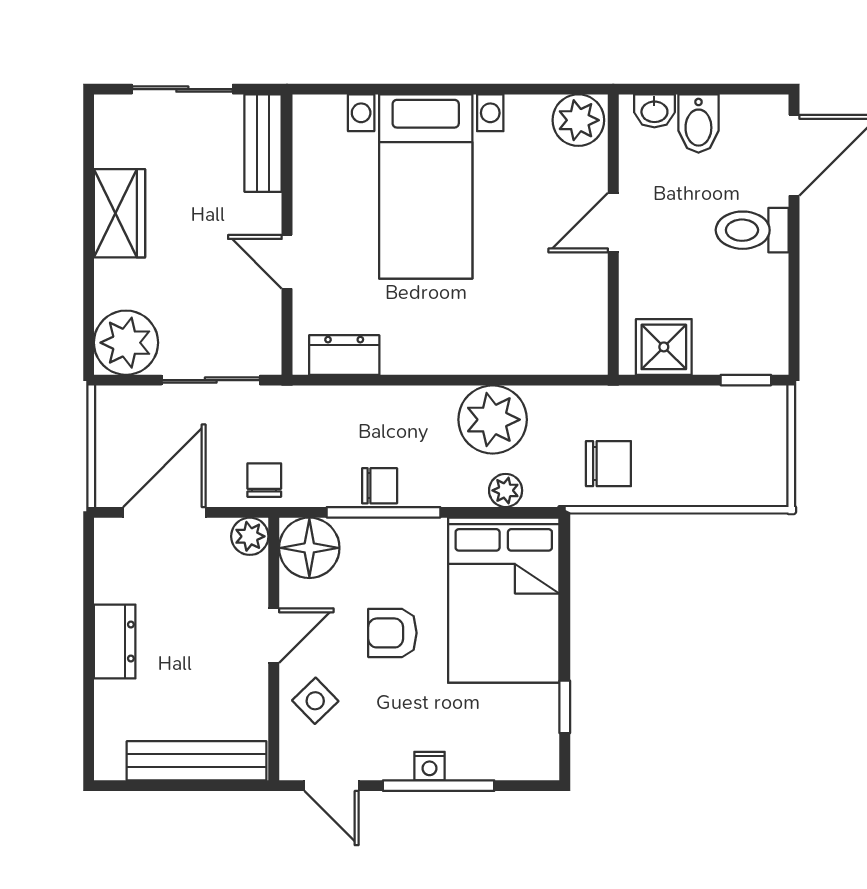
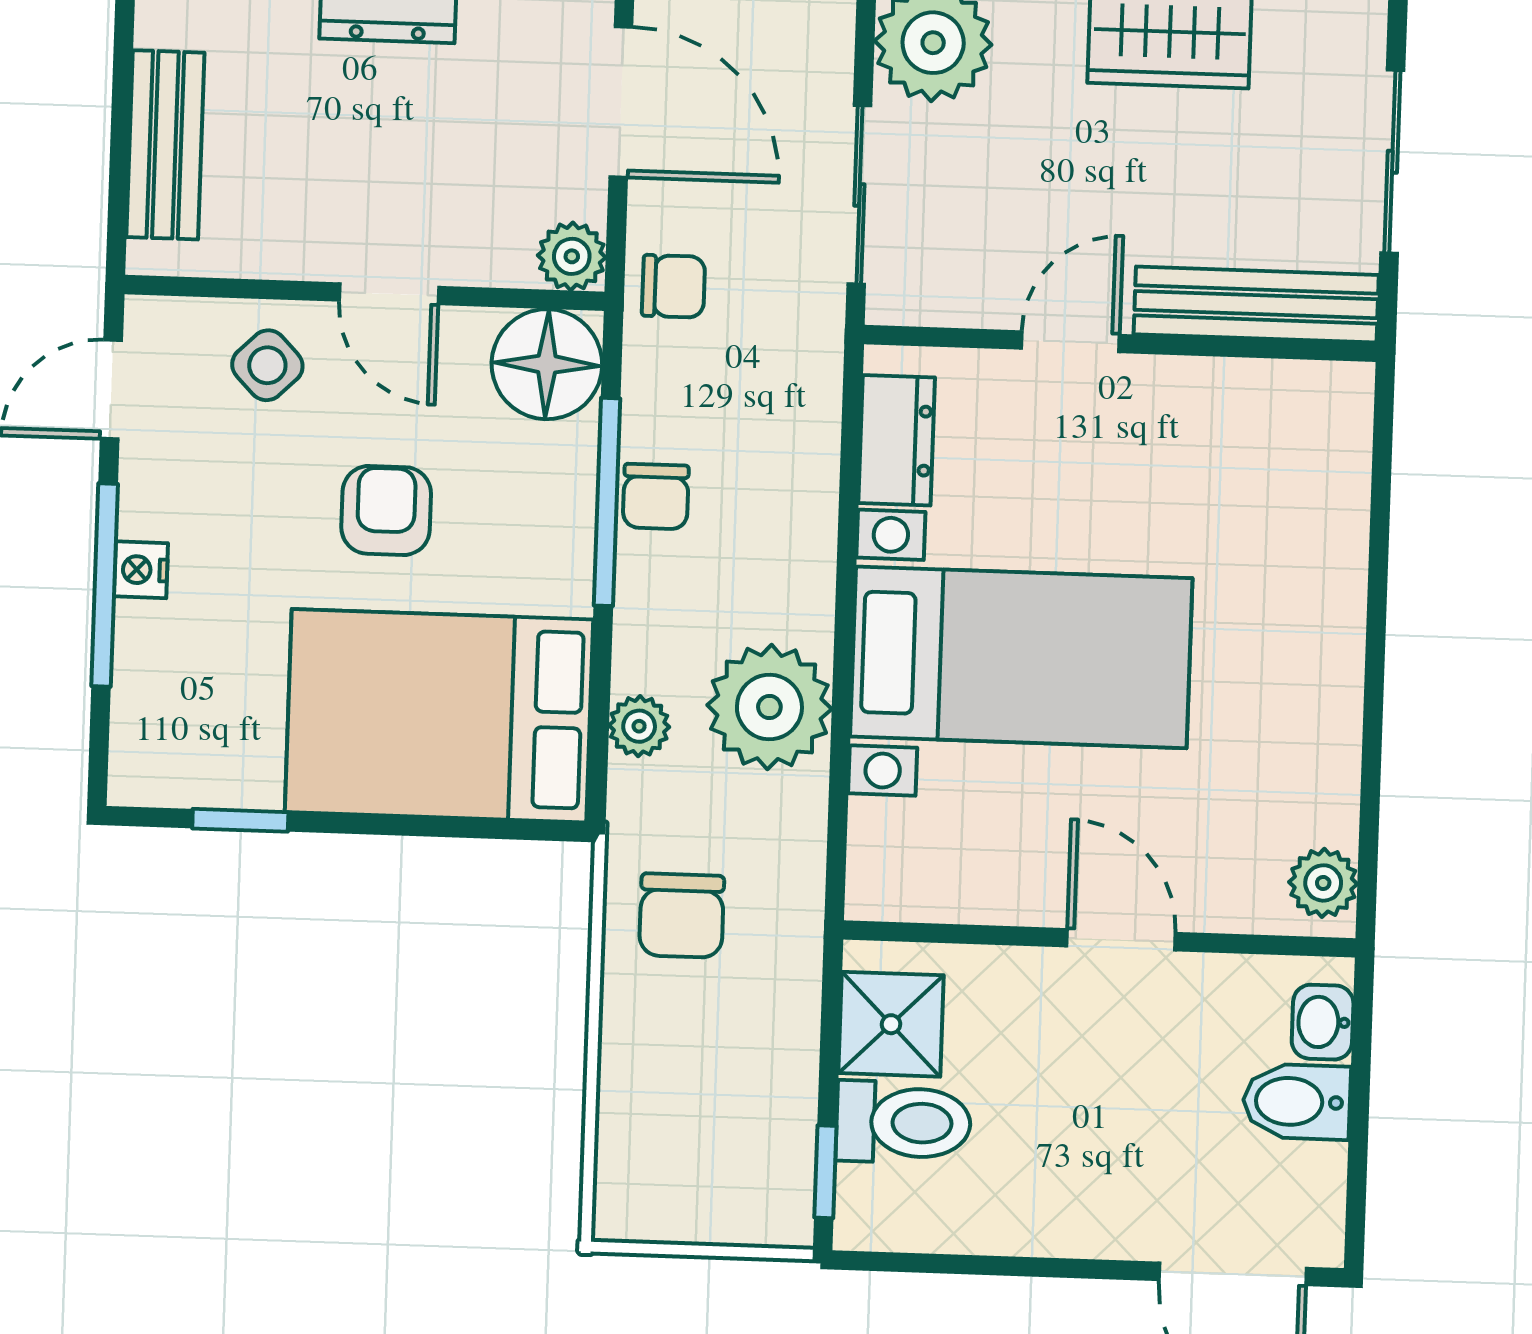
plant: (578, 120) -> (1323, 883), width x0.73, depth x0.73
bench: (263, 143) -> (1256, 305), width x1.36
bed with nightstands: (426, 186) -> (1021, 657), moved, turned 180
toilet: (752, 230) -> (903, 1122), moved, turned 90
bench: (197, 761) -> (165, 145), width x0.73

